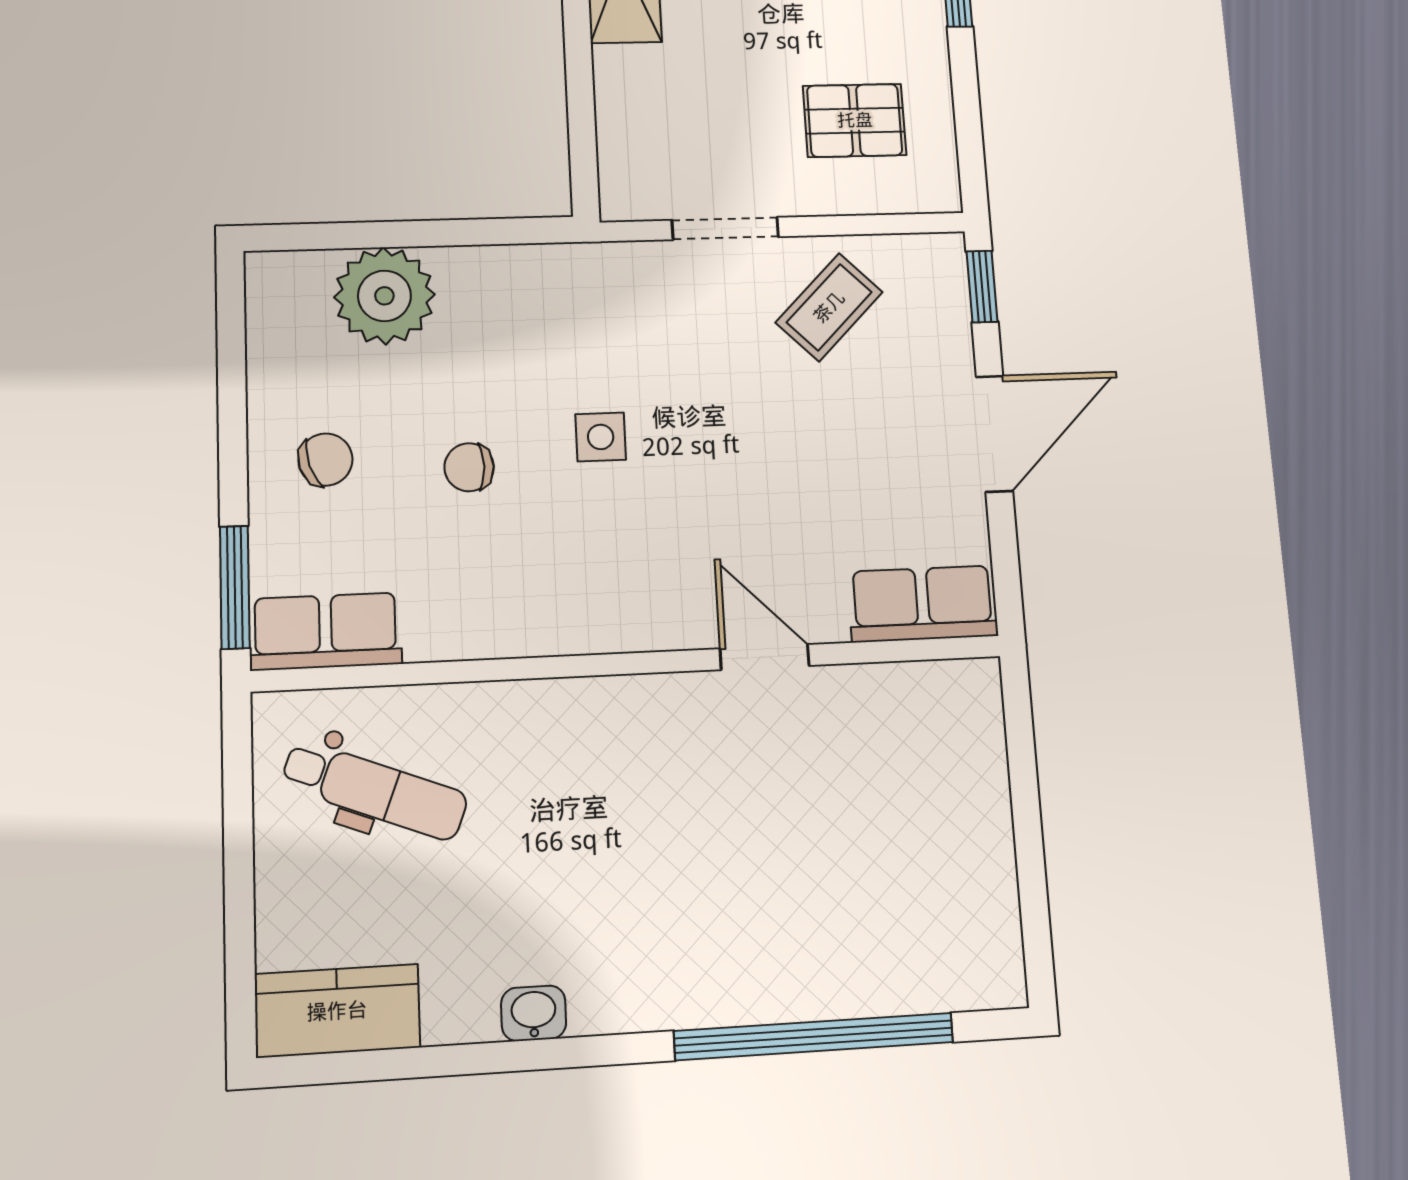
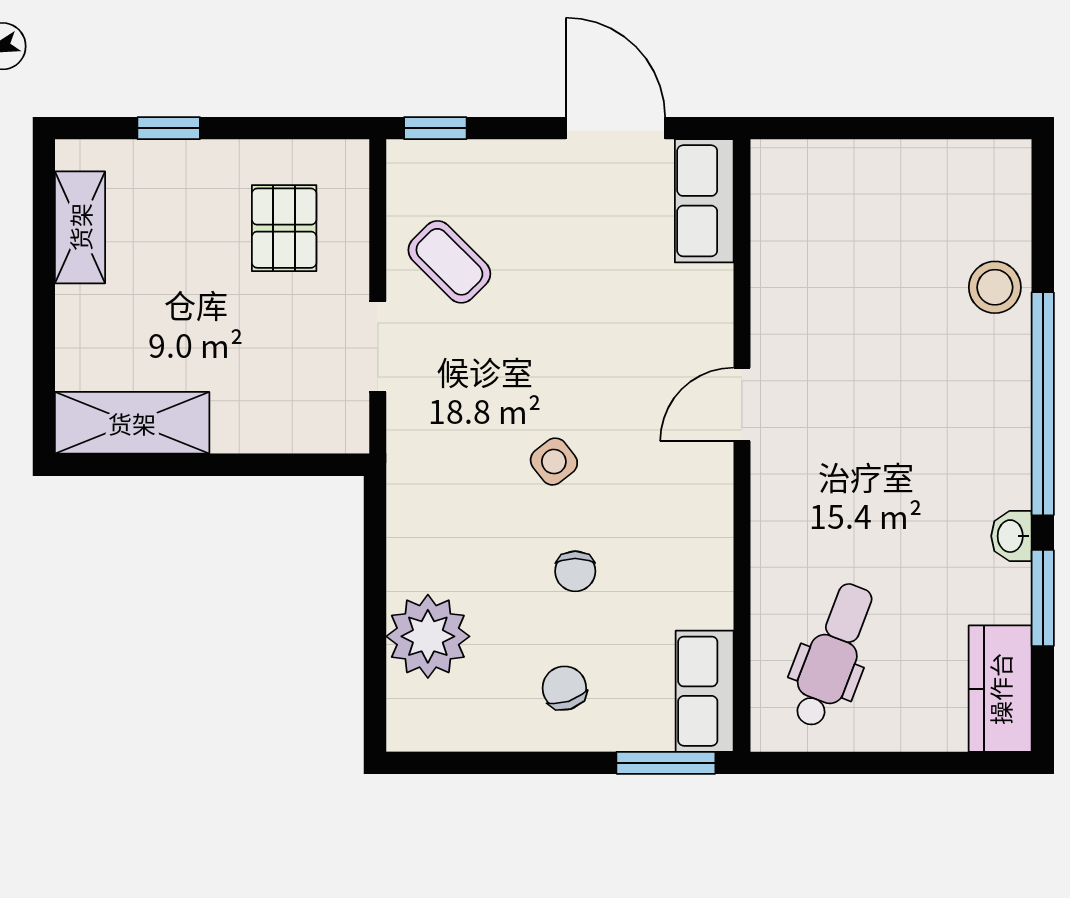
door: (994, 434) -> (615, 128), moved
side table: (601, 437) -> (554, 462), turned -38
door: (765, 657) -> (742, 404), moved
stool: (844, 972) -> (995, 287), added
window: (814, 1037) -> (1043, 404), moved
window: (456, 1060) -> (1043, 598), added

